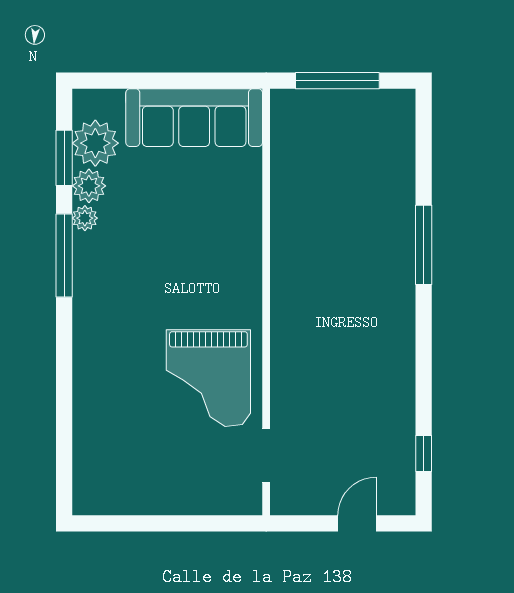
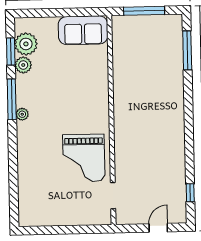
sofa: (194, 118) -> (83, 30), width x0.73
plant: (85, 218) -> (22, 114), moved
window: (424, 245) -> (187, 50), moved

